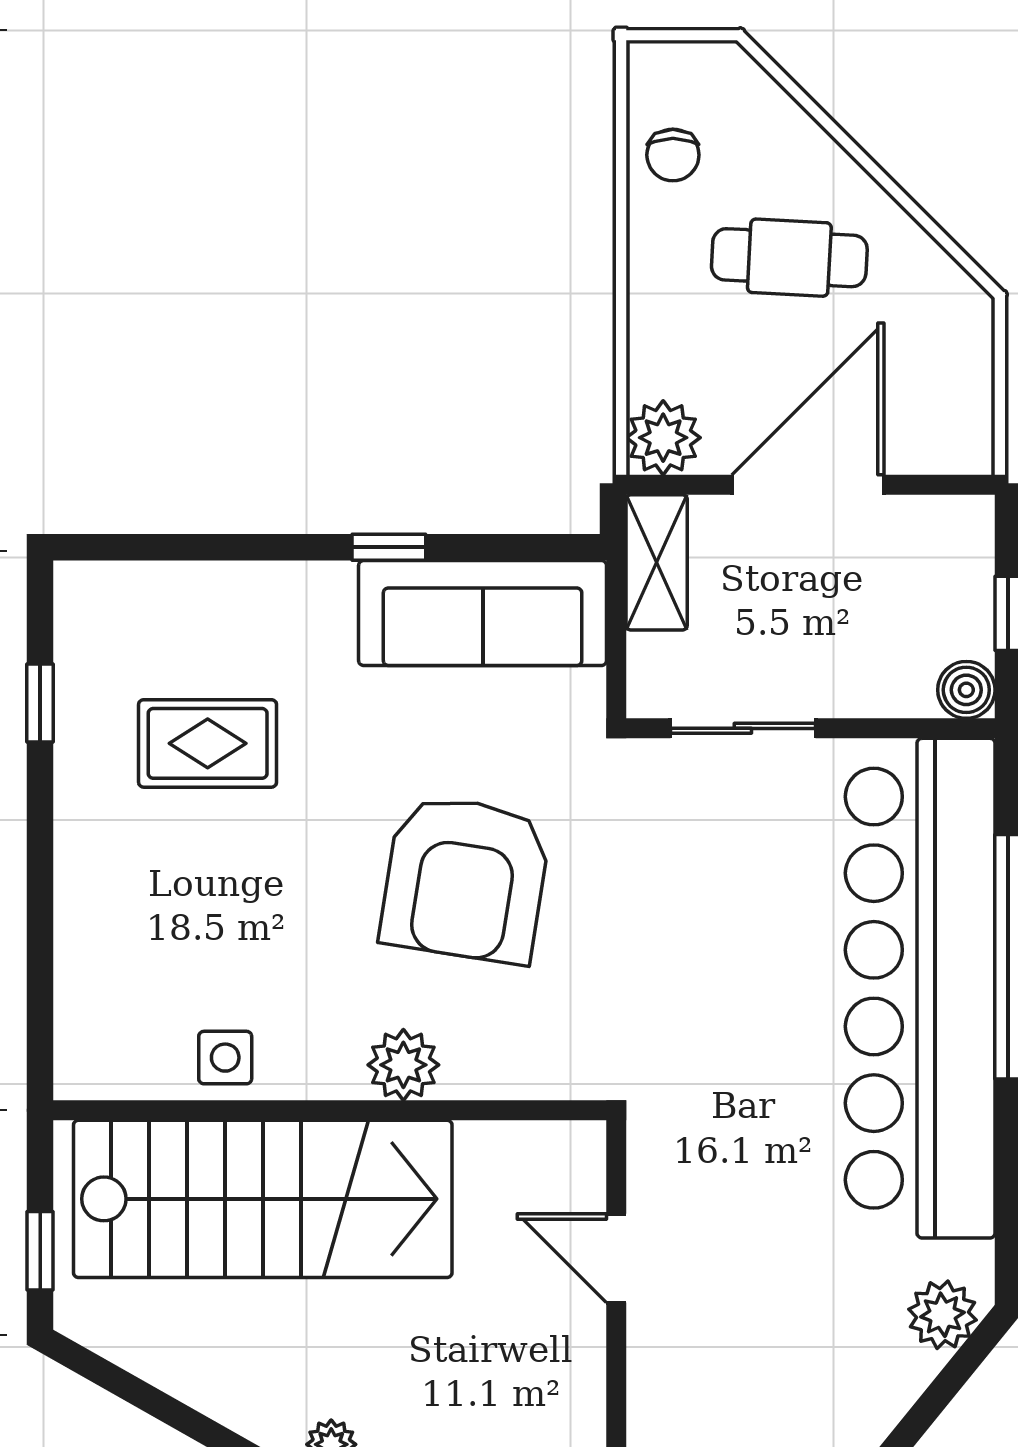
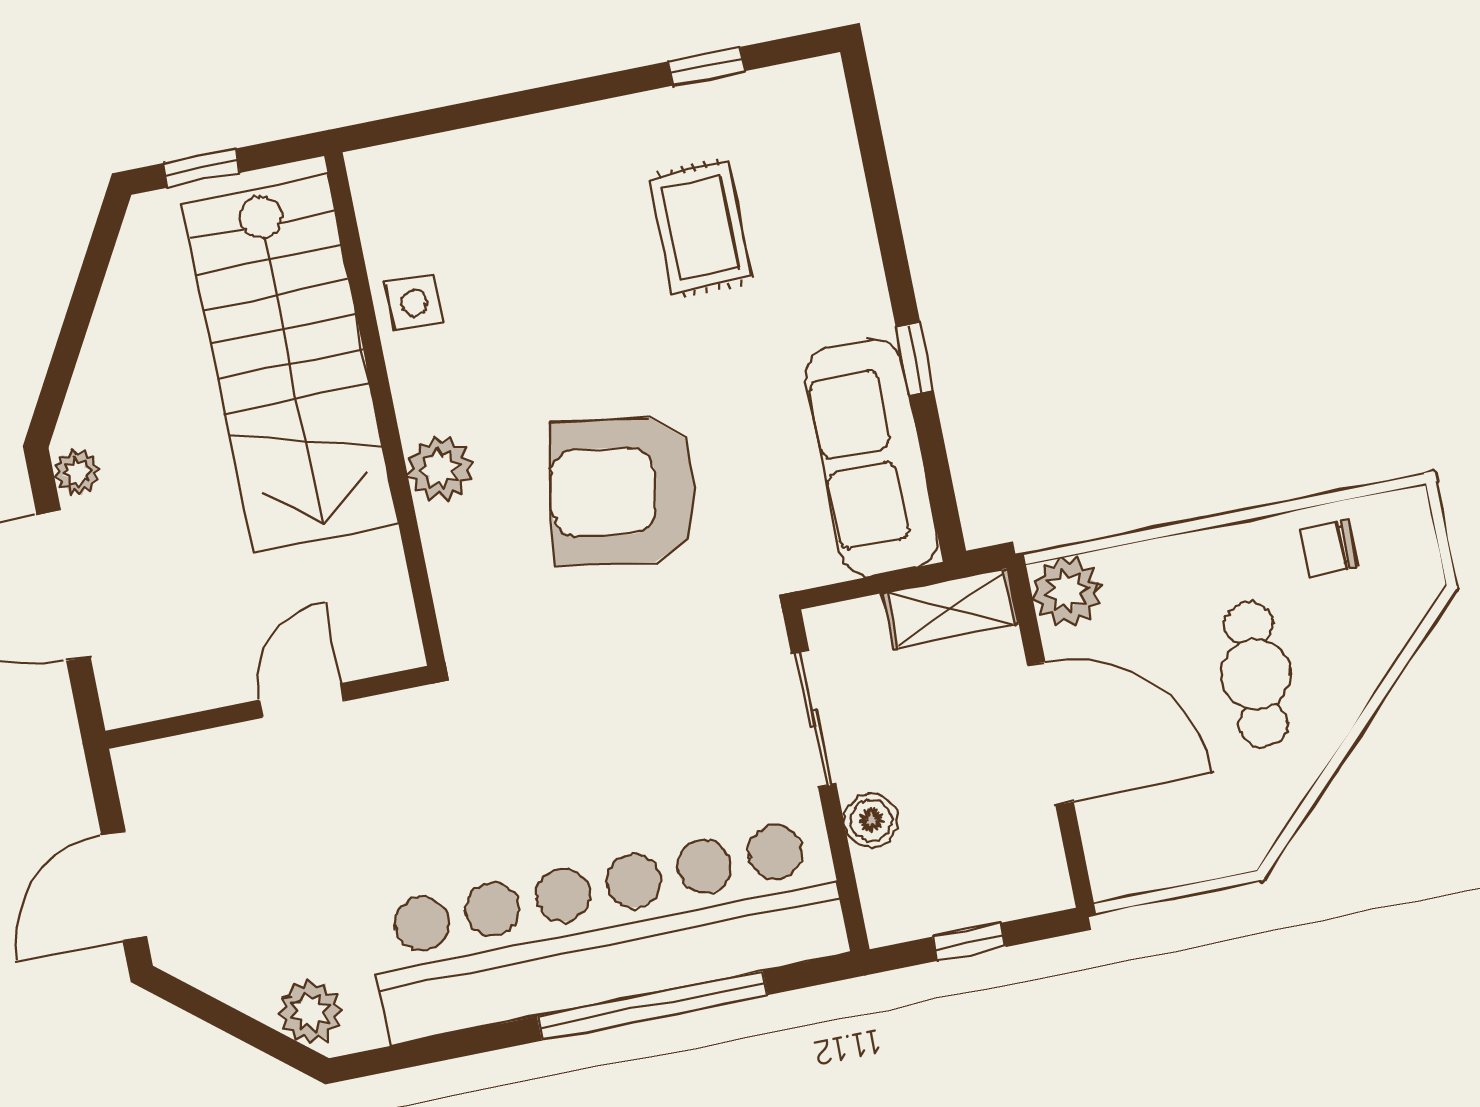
boiler: (966, 690) -> (871, 820), moved

